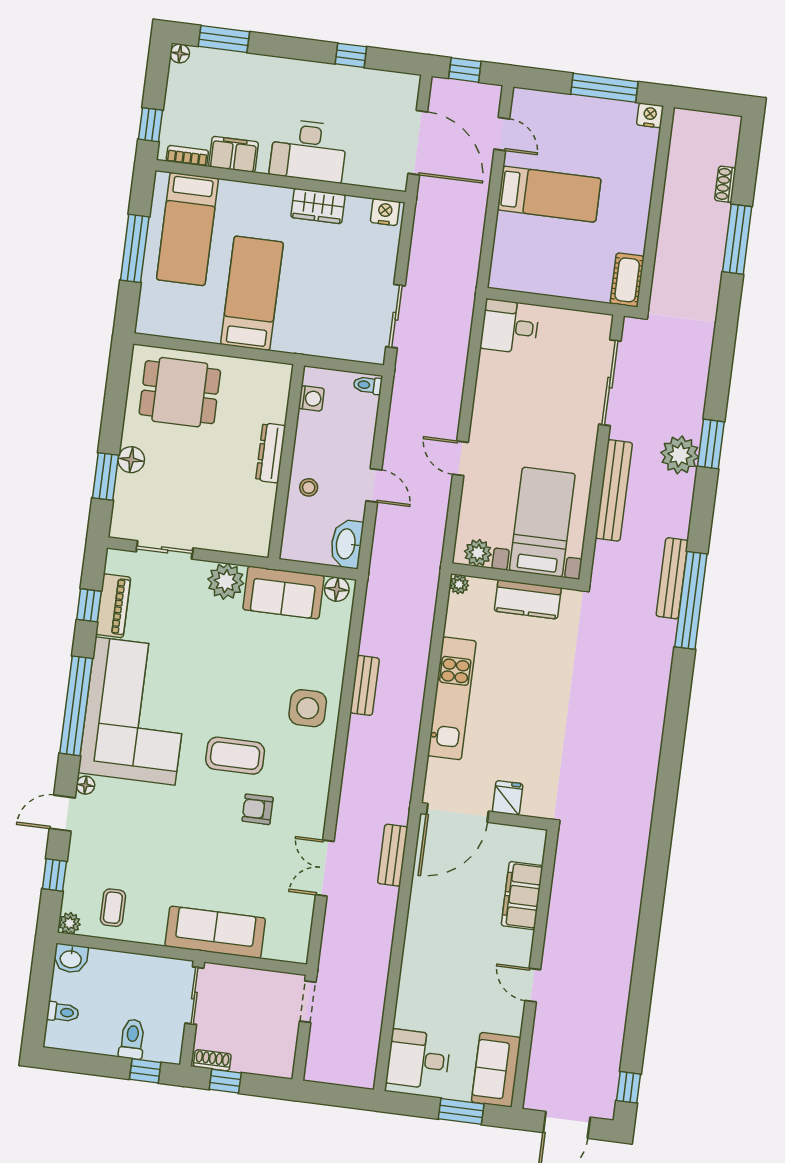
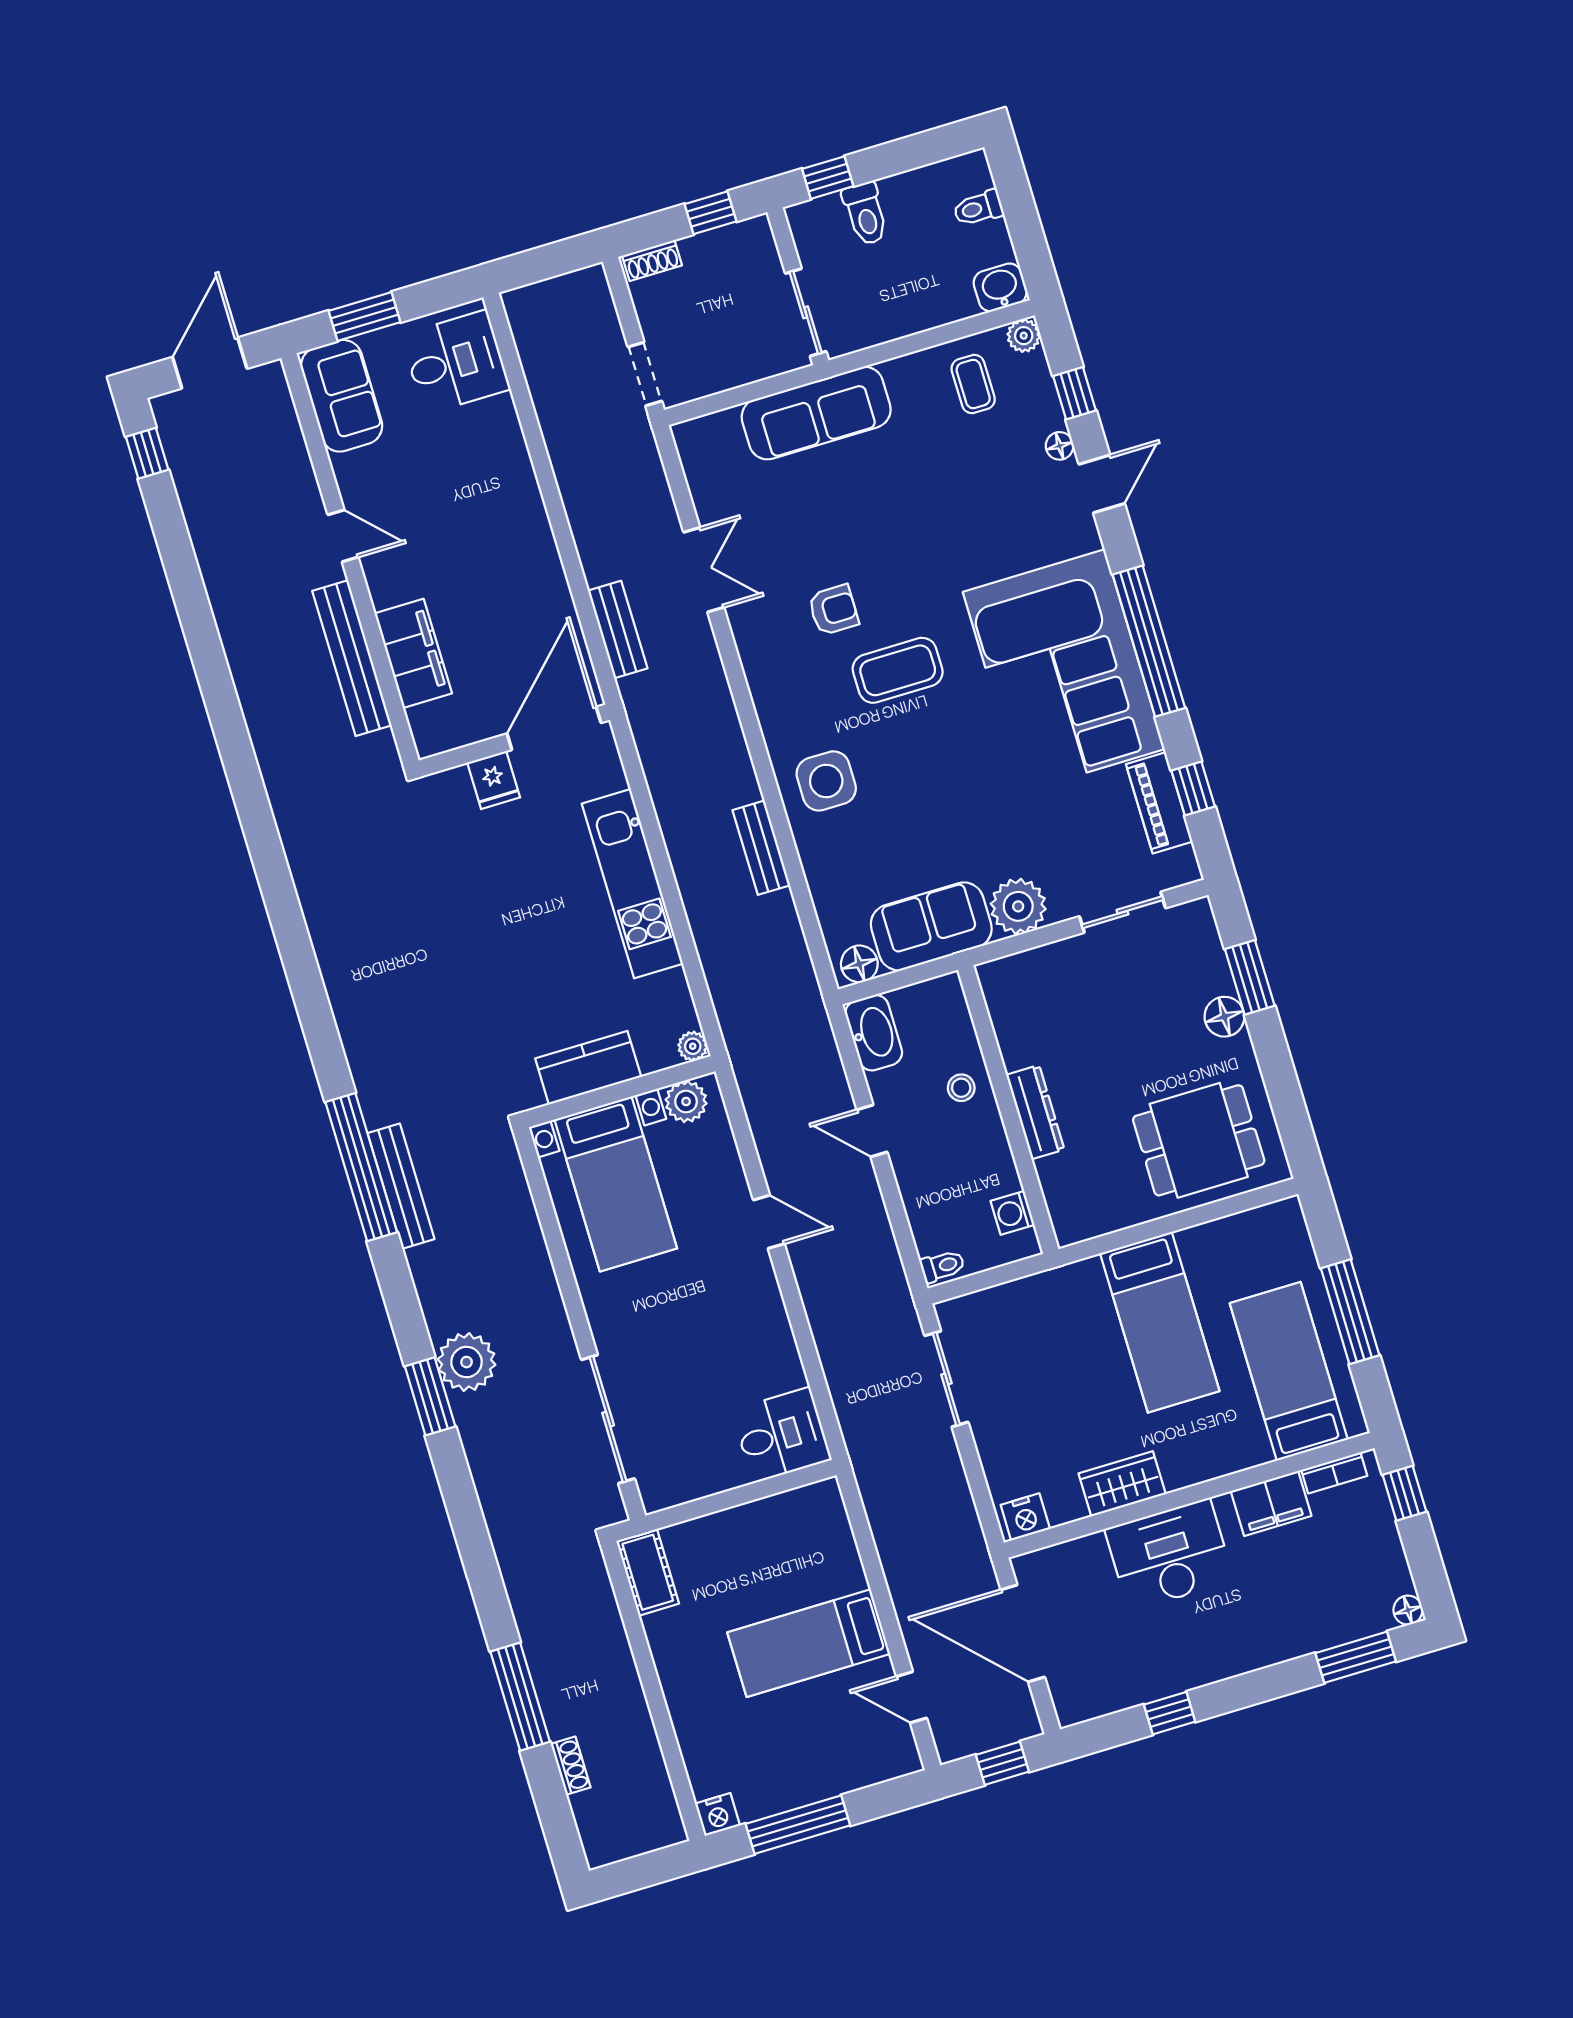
bench: (614, 490) -> (352, 658), moved
floor lamp: (85, 785) -> (1060, 446), moved
shoe rack: (212, 1060) -> (652, 260), moved

